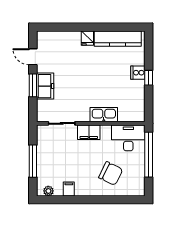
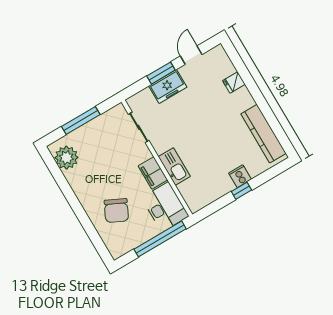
fridge: (87, 38) -> (234, 82), moved
filing cabinet: (89, 132) -> (153, 173), moved
filing cabinet: (69, 189) -> (74, 176), removed
plant: (48, 191) -> (66, 158), width x1.87, depth x1.87

